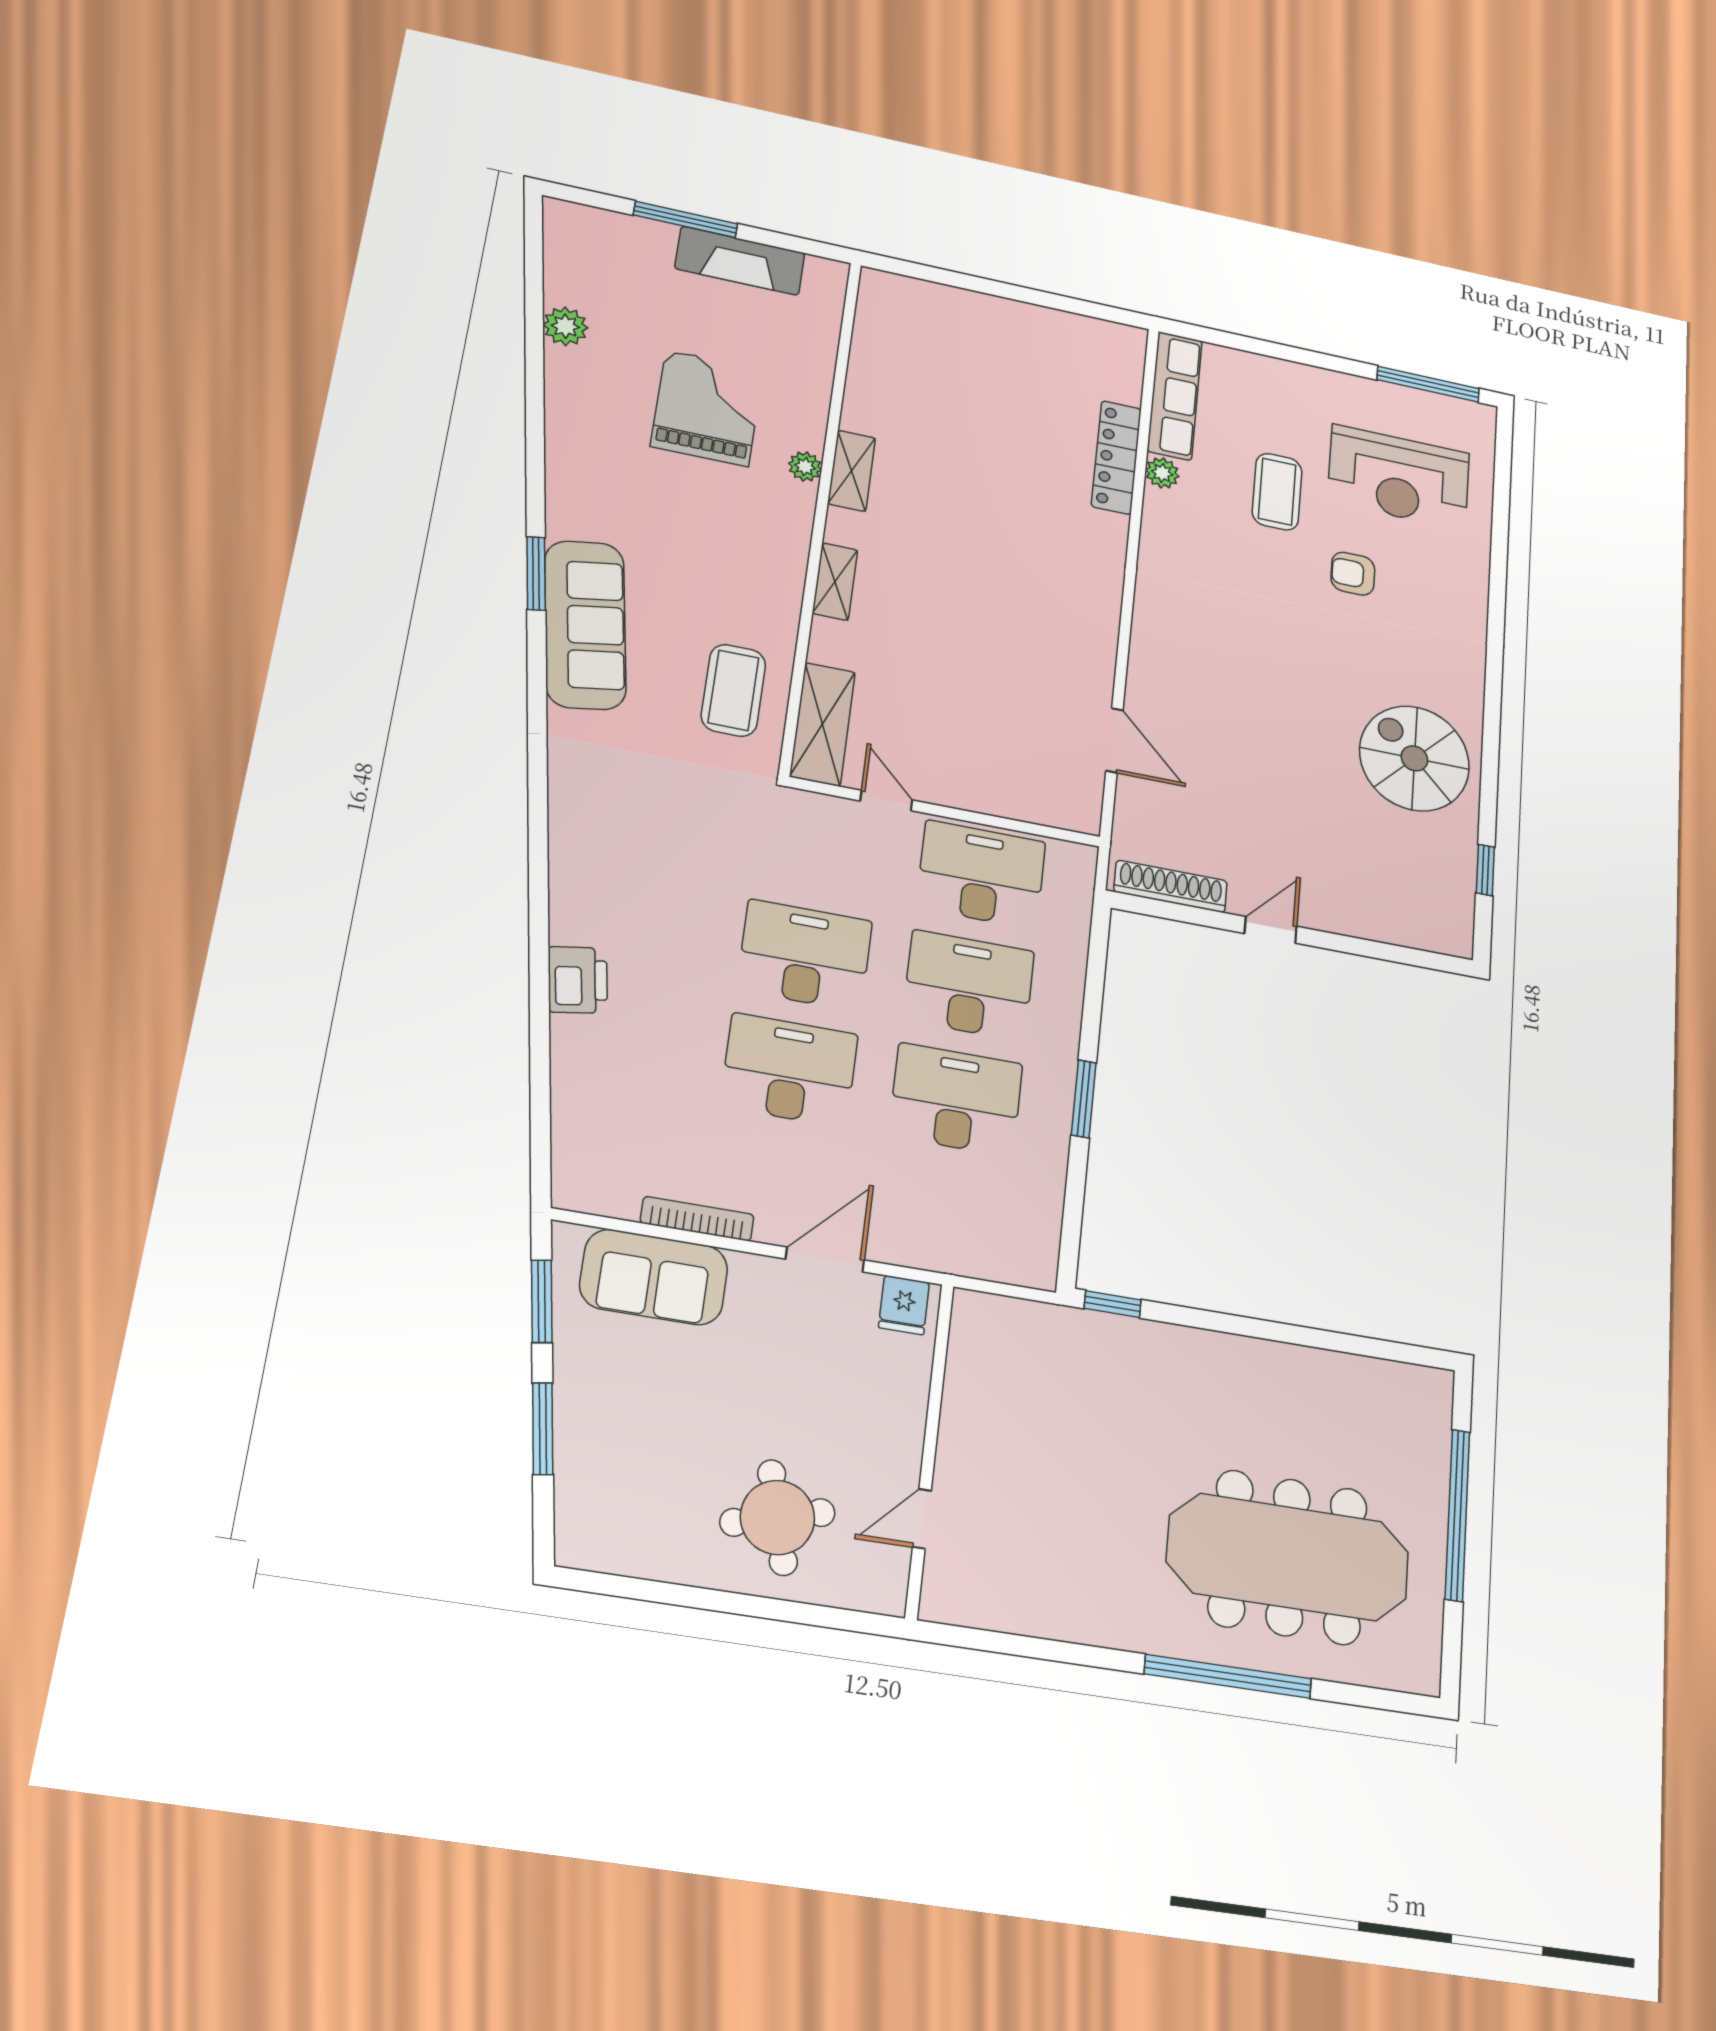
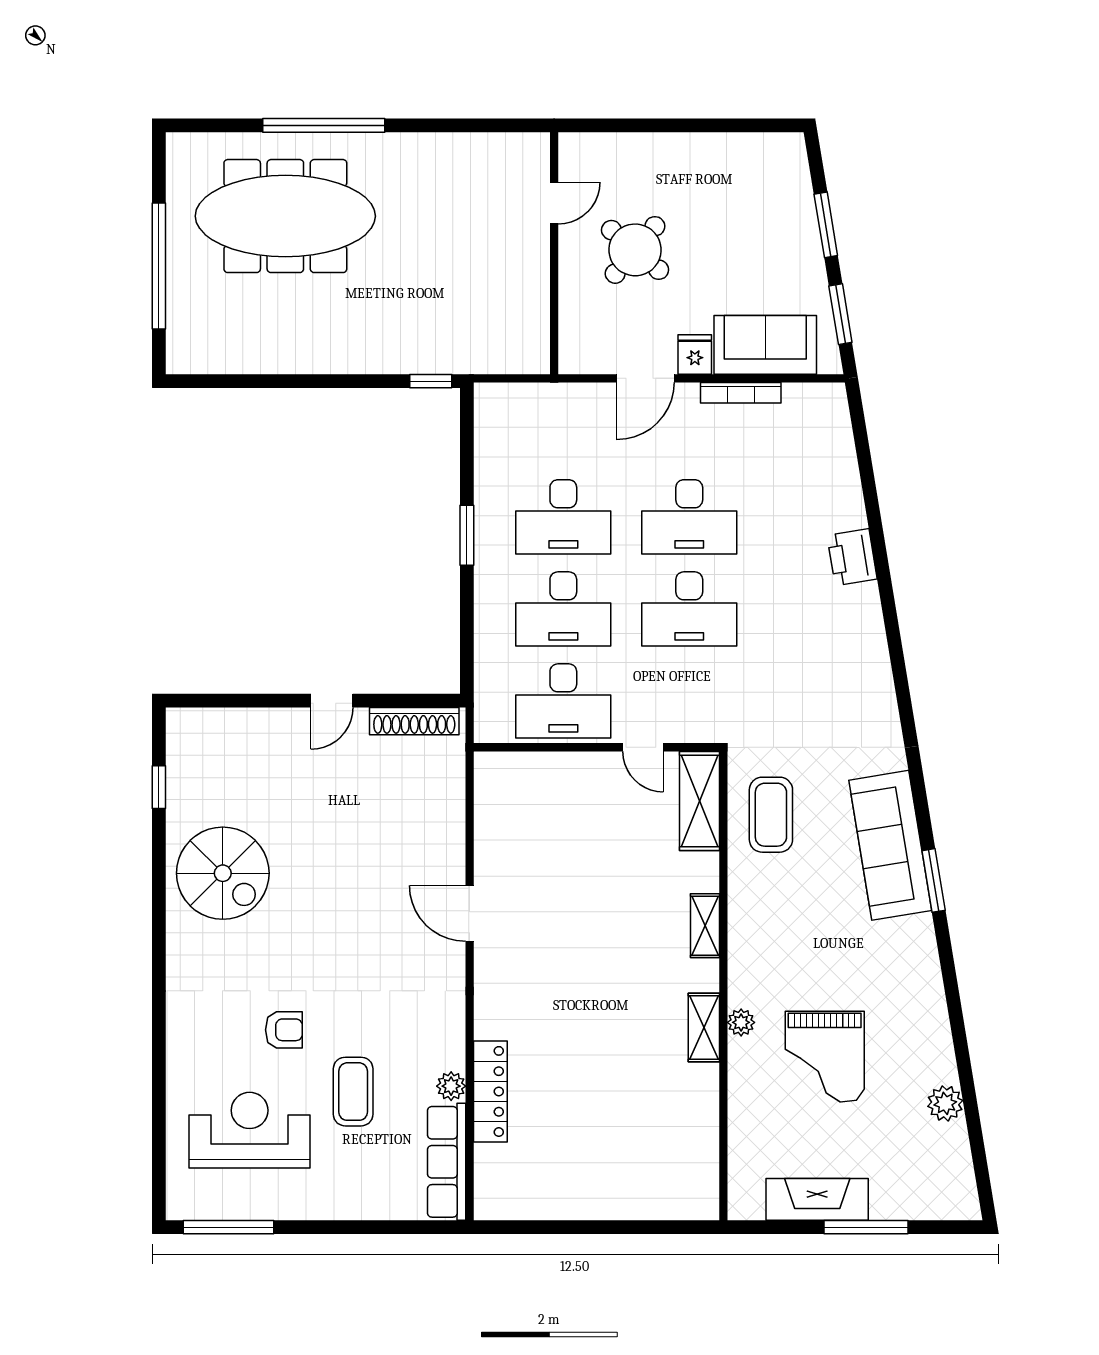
door: (1114, 740) -> (470, 913), moved
fridge: (904, 1305) -> (695, 355), moved
round table: (777, 1517) -> (635, 250), moved, turned -35

